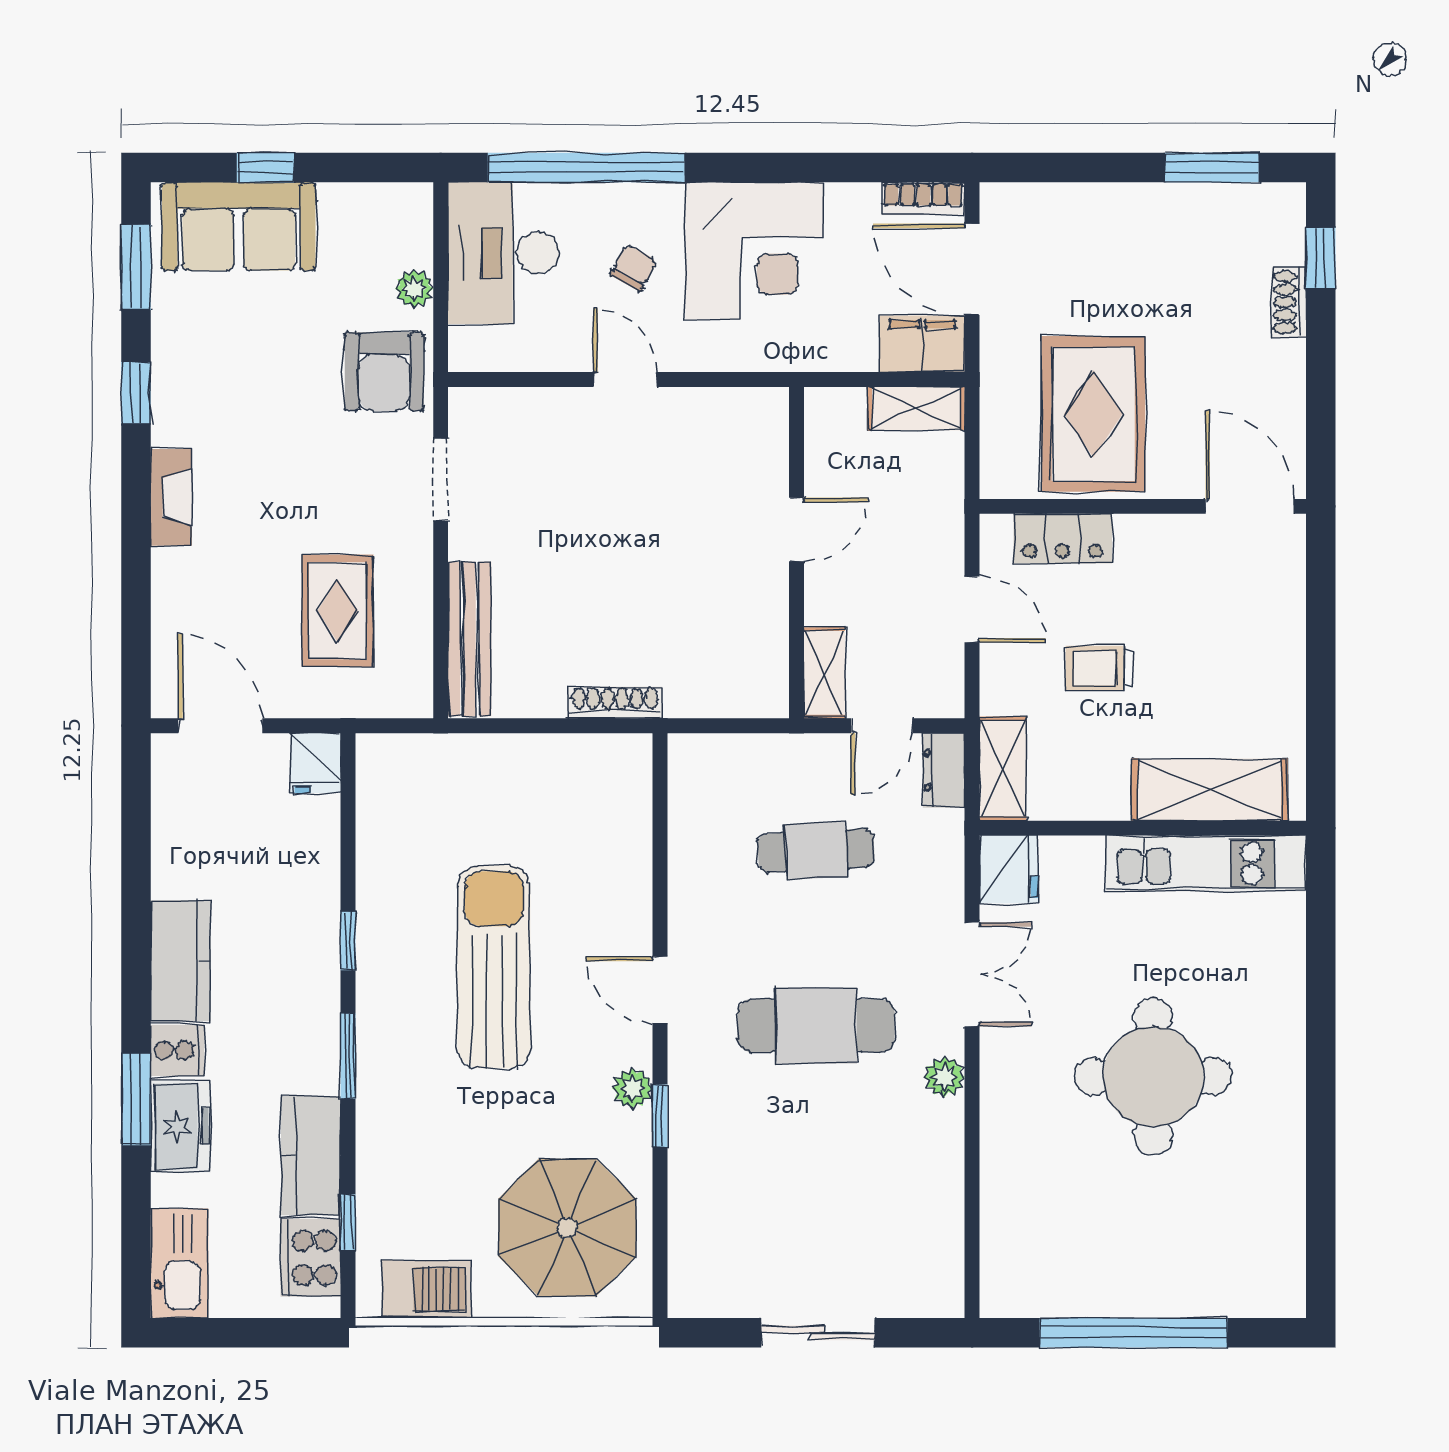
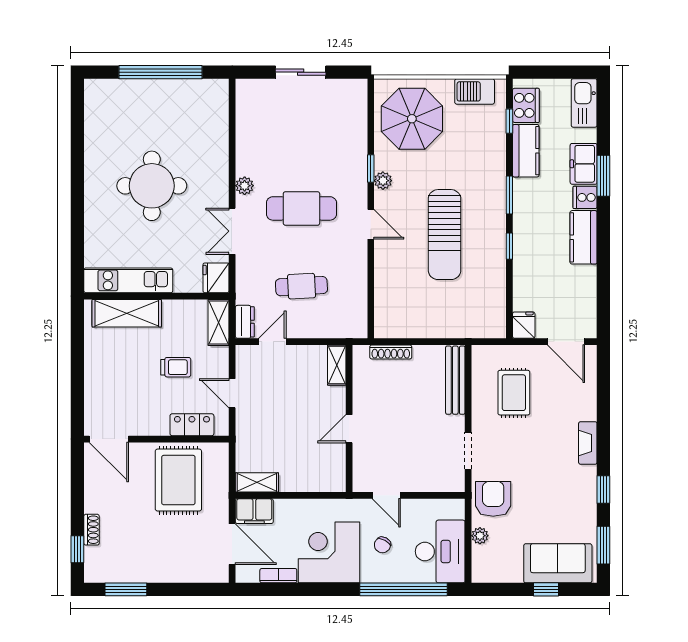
bookcase: (923, 199) -> (278, 576), moved
door: (797, 530) -> (349, 429), moved
wall: (797, 553) -> (349, 418), moved
shelving: (824, 673) -> (337, 365), moved

